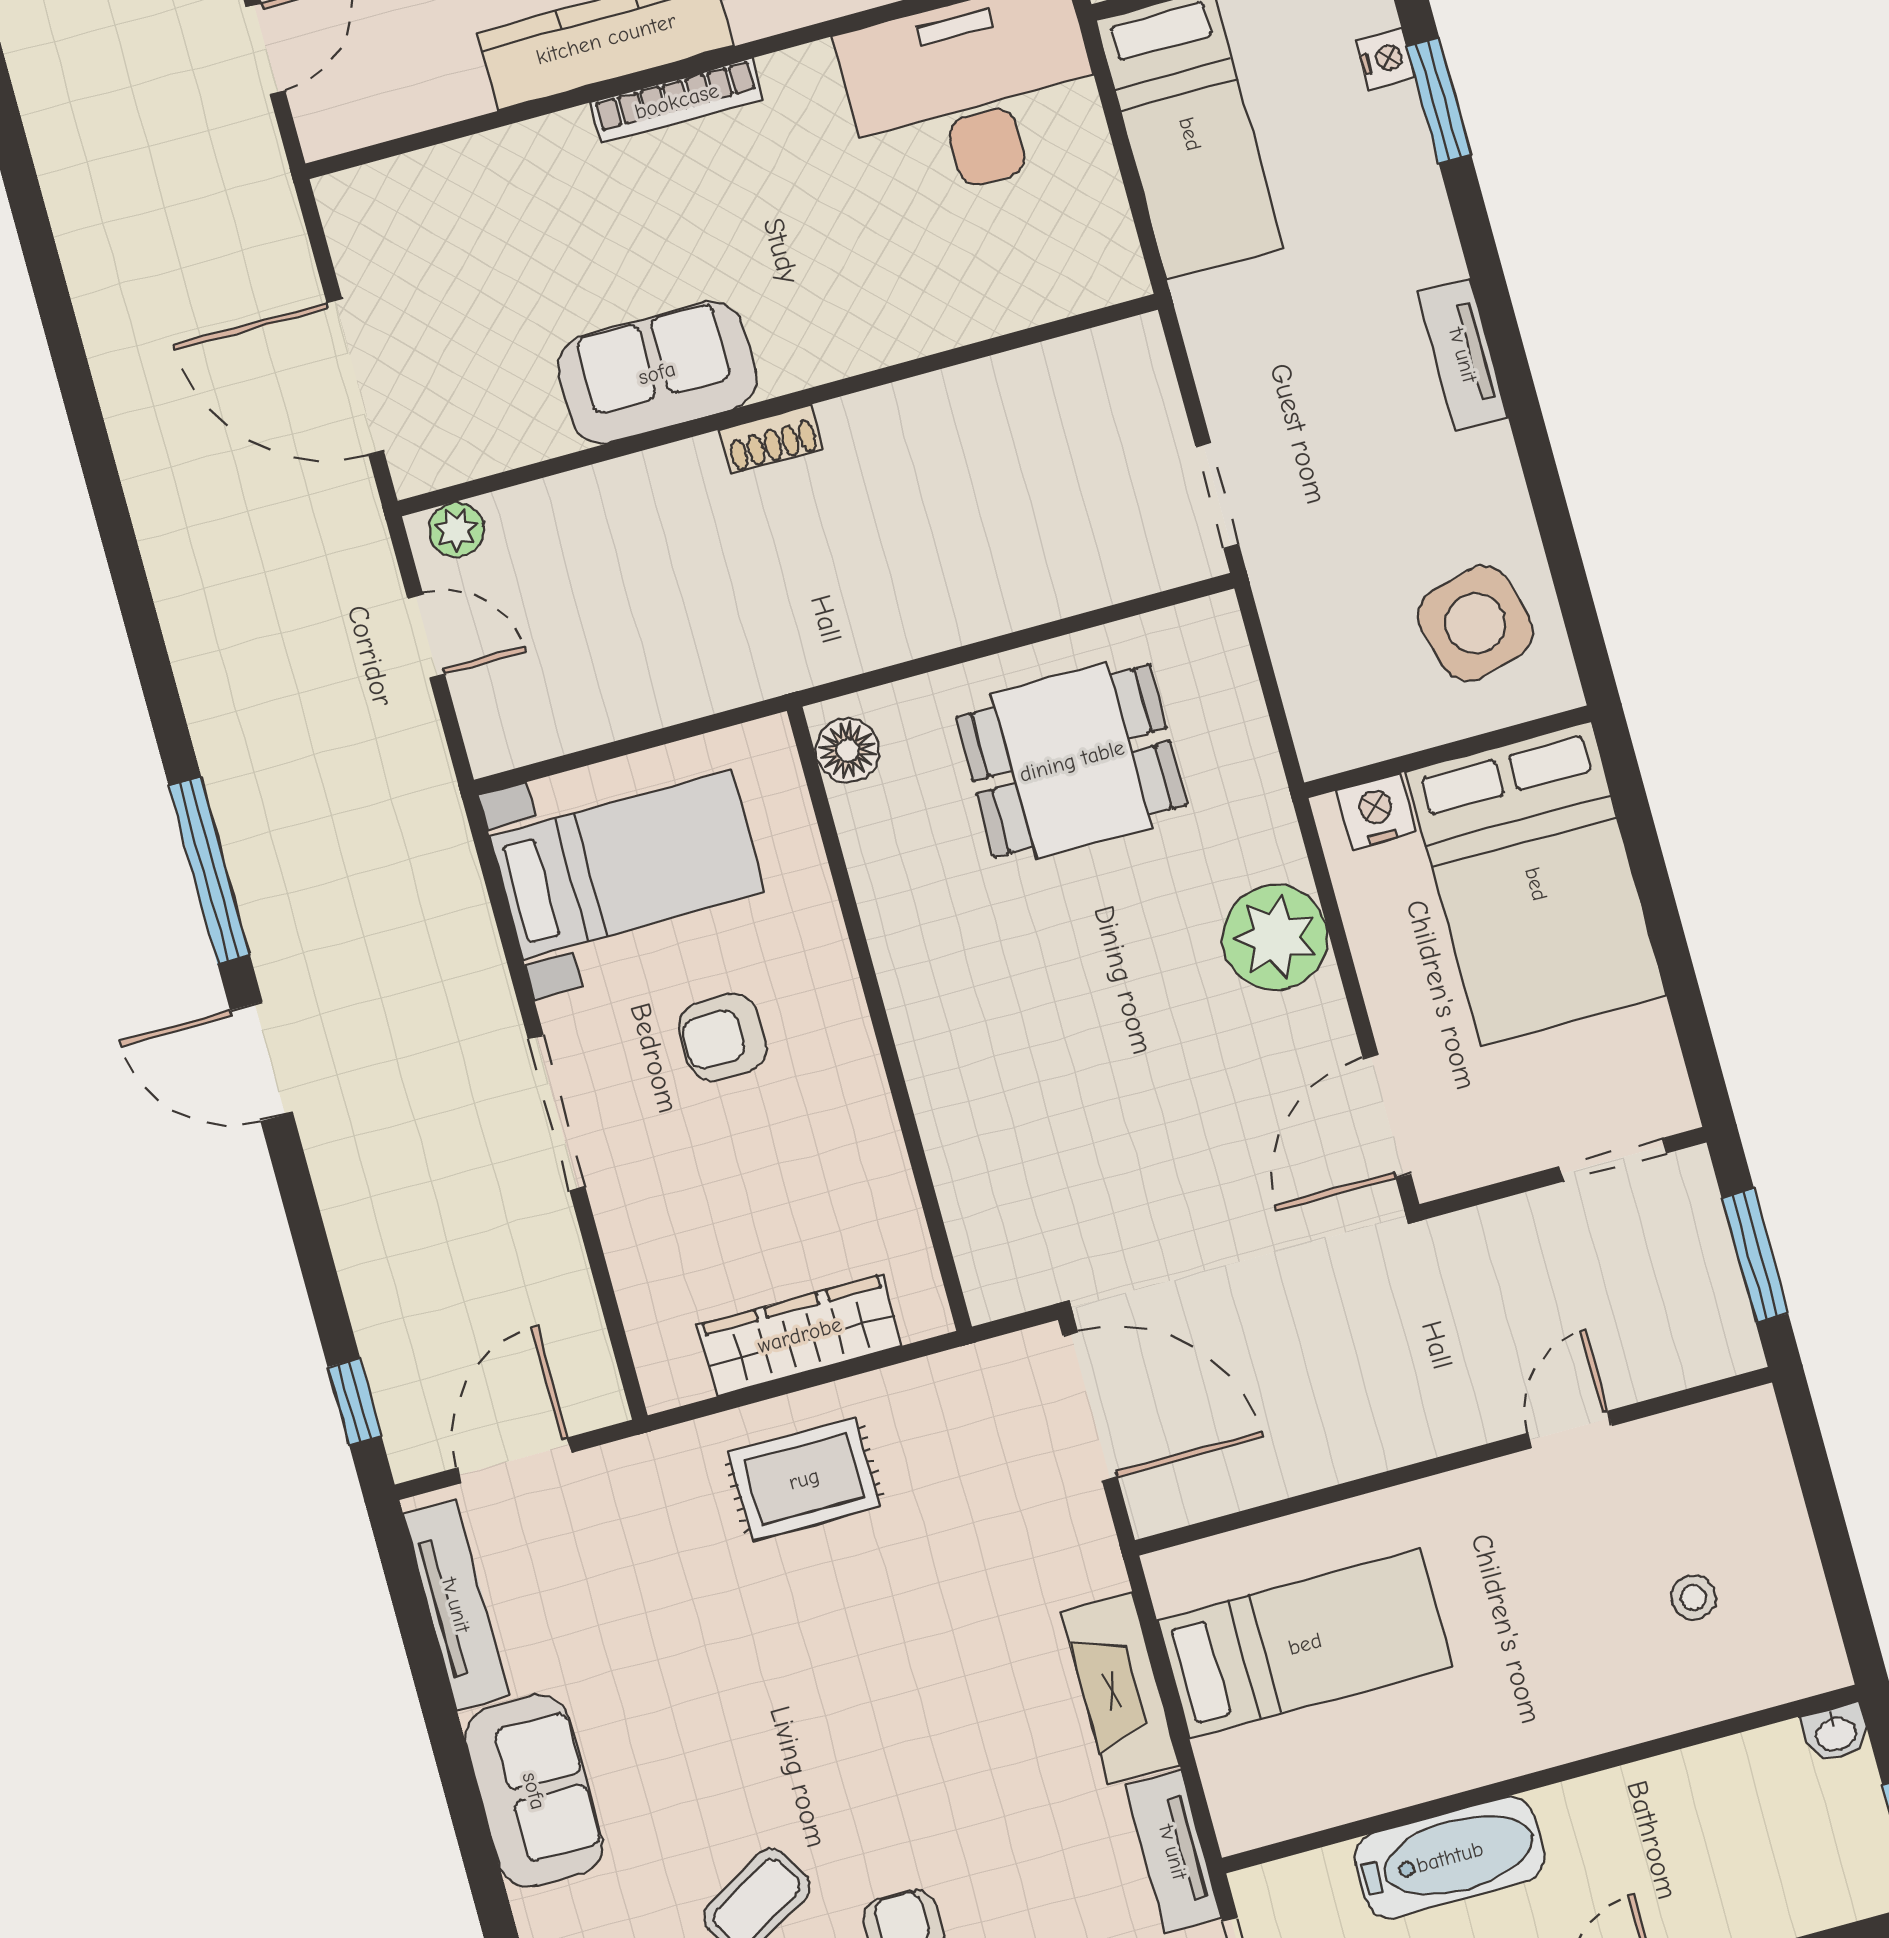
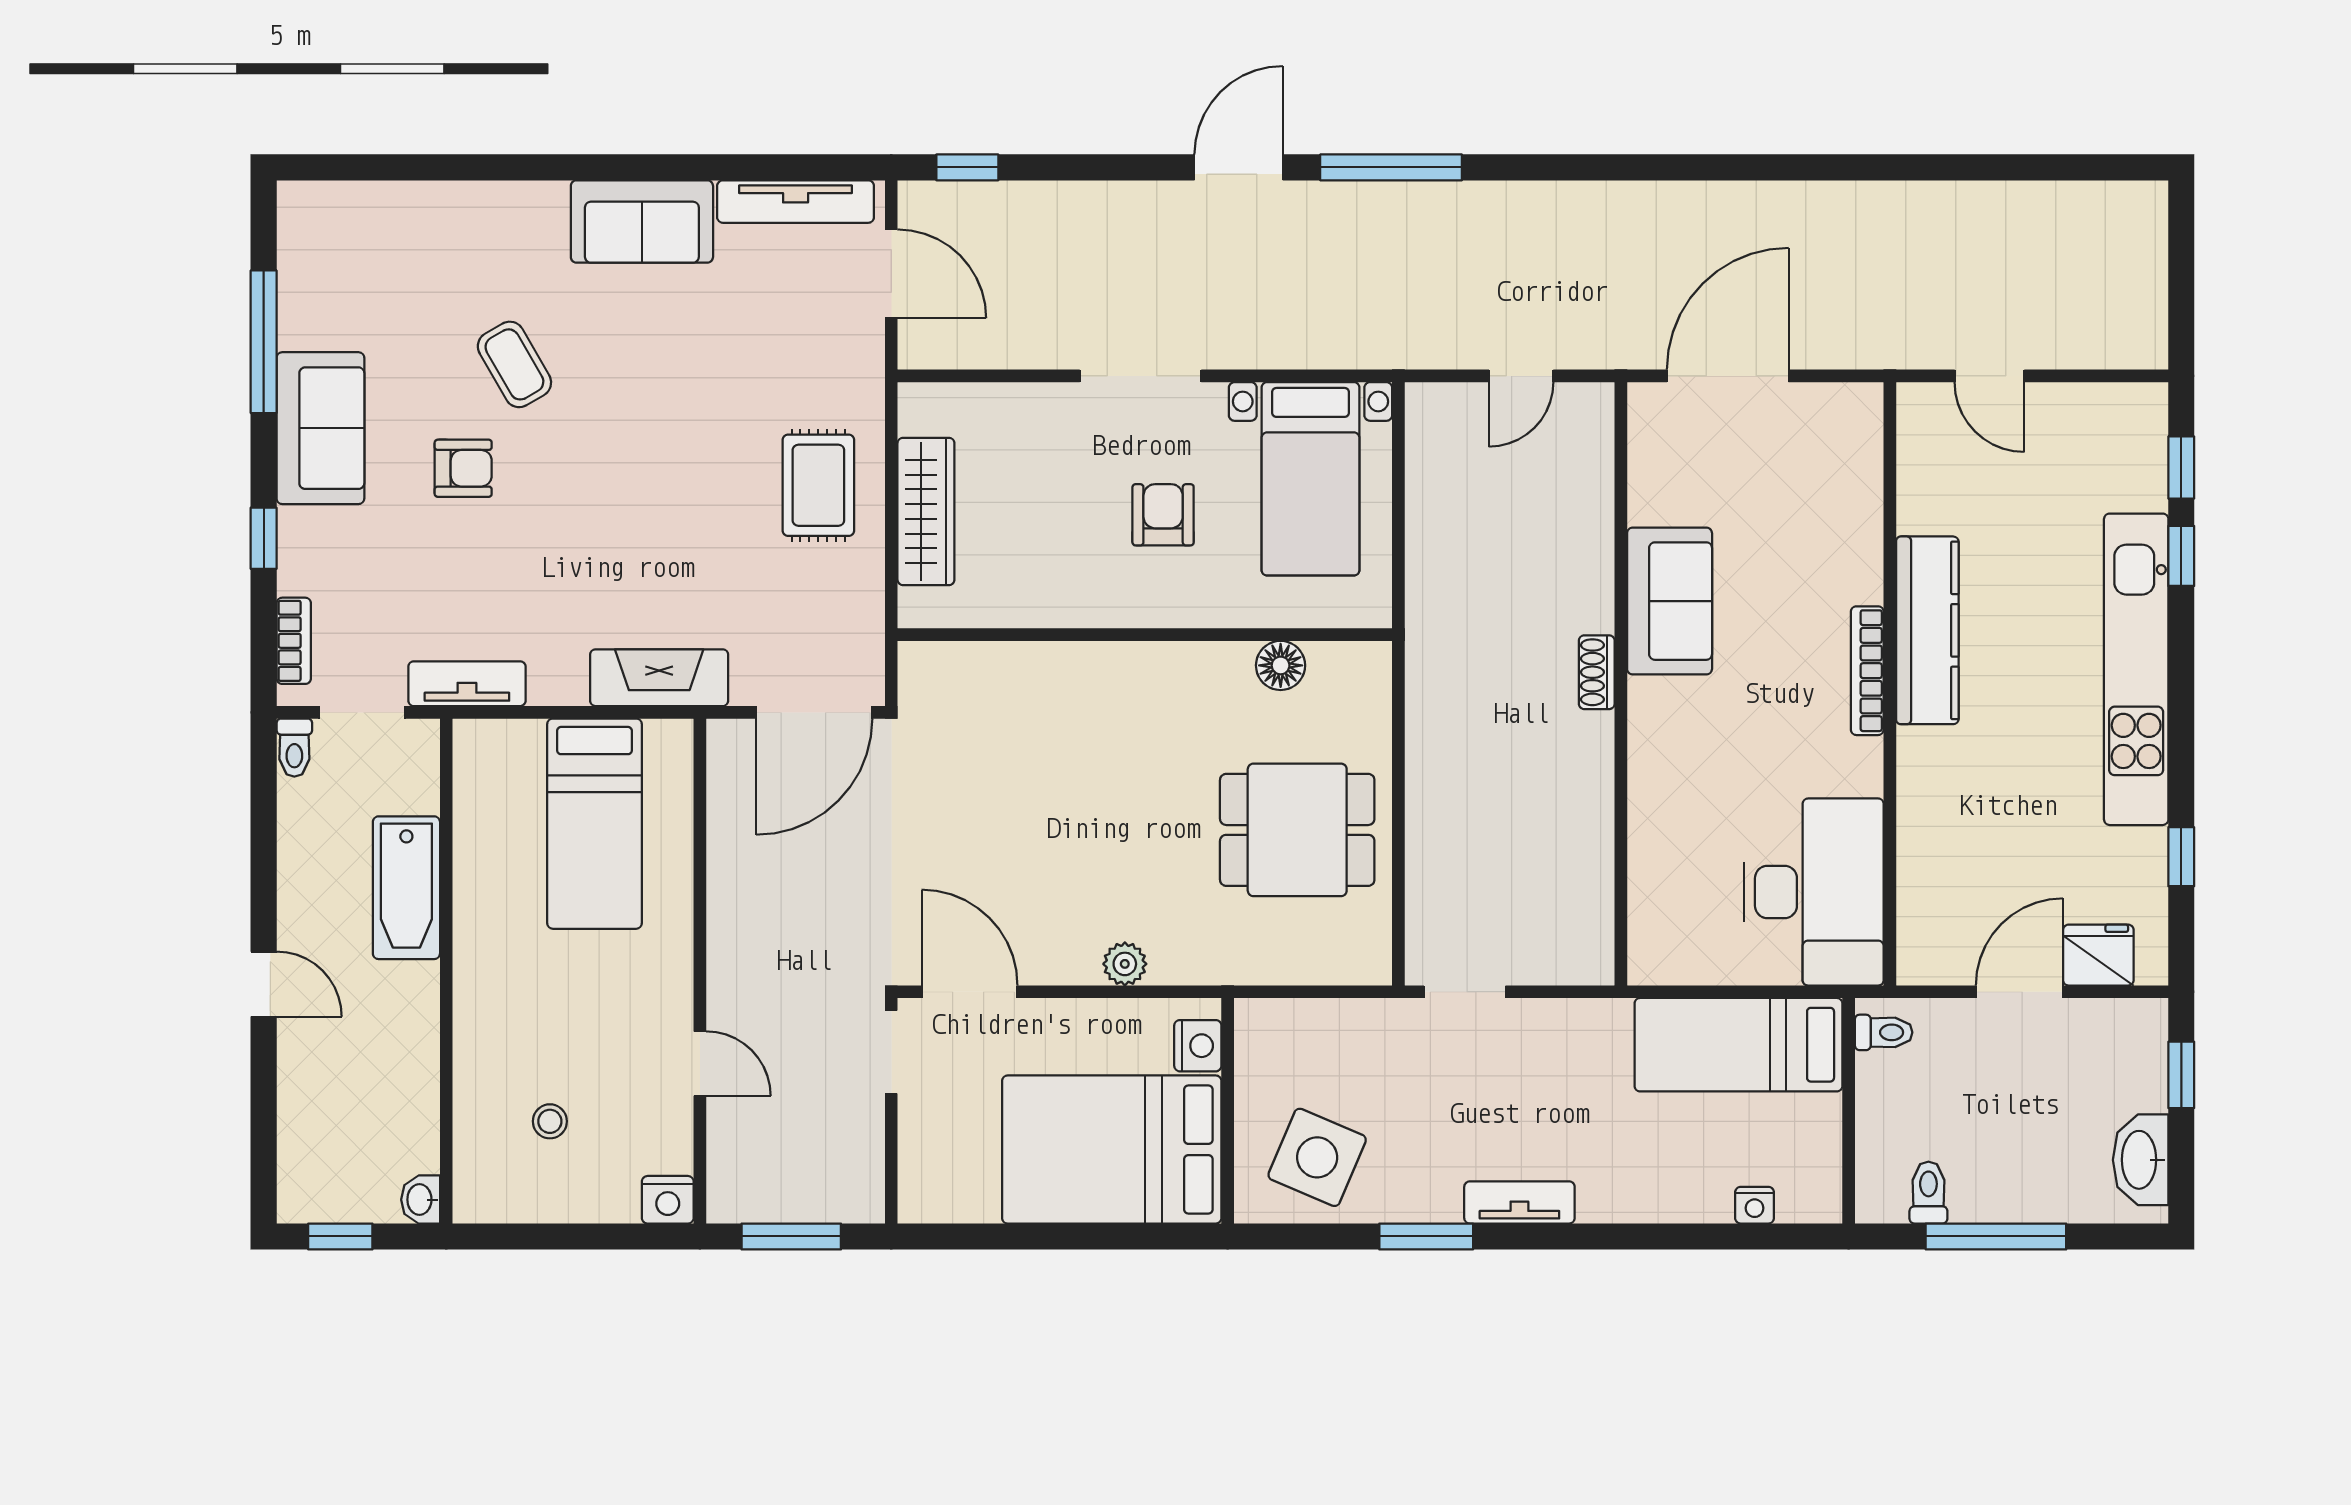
window: (1439, 101) -> (1426, 1236), moved
plant: (457, 530) -> (1594, 420), removed
side table: (1475, 624) -> (1317, 1157), turned 38
floor lamp: (847, 750) -> (1281, 665), moved
dining table: (1072, 761) -> (1297, 830), turned 90
plant: (1275, 937) -> (1125, 964), width x0.53, depth x0.53
doorway: (1613, 1160) -> (891, 1052), moved
nightstand: (1751, 1423) -> (668, 1200), added
fireplace: (1120, 1688) -> (659, 678), moved

